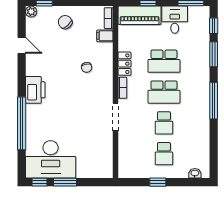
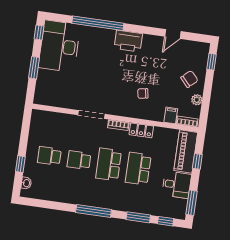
plant: (31, 12) -> (197, 100), moved
window: (65, 182) -> (34, 68), moved
window: (158, 182) -> (20, 164), moved

